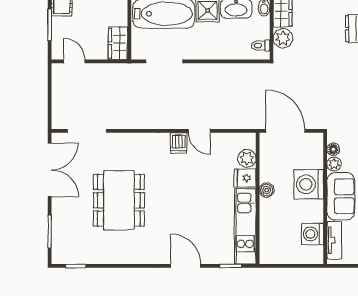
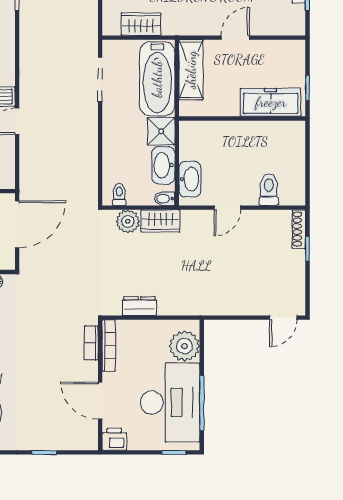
wardrobe: (118, 43) -> (141, 24), moved

